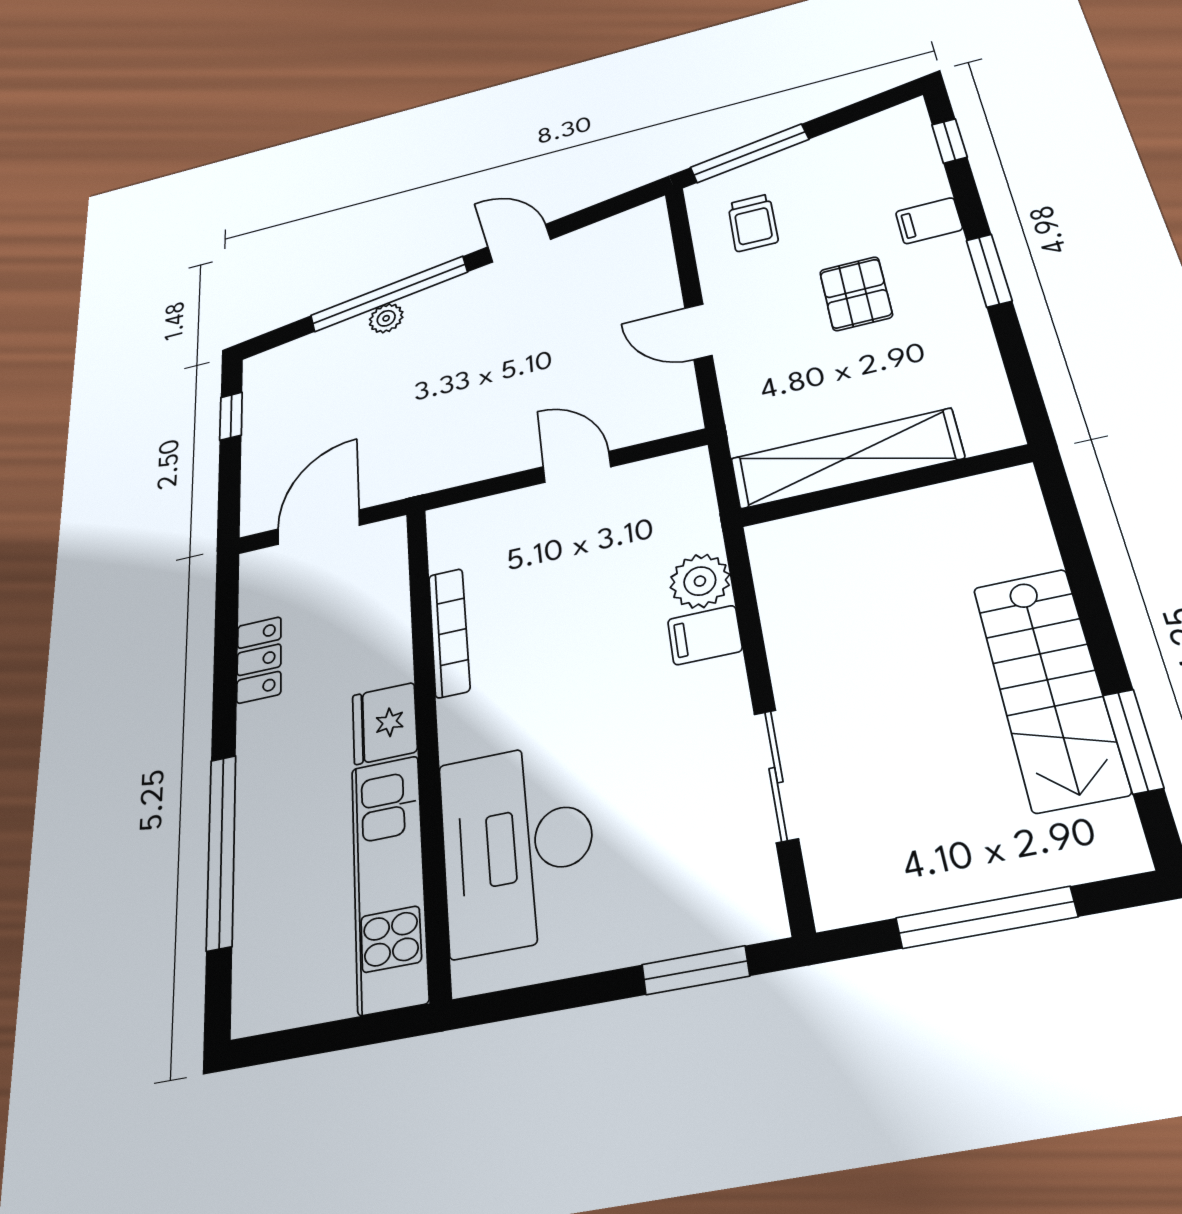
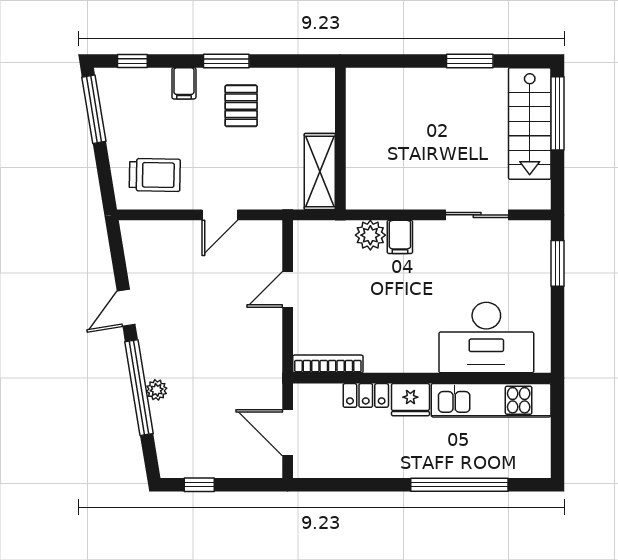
window: (749, 153) -> (94, 109), moved
trolley: (753, 223) -> (155, 175), width x1.36, depth x1.39
pallet: (856, 294) -> (241, 106), moved, turned 90
shelving: (846, 458) -> (320, 171), width x0.68
bookcase: (449, 632) -> (328, 364), moved
locker: (259, 660) -> (366, 395), moved, turned 180
stairs: (1049, 687) -> (530, 123), moved, turned 90
window: (1133, 741) -> (470, 61), moved
window: (986, 917) -> (557, 113), moved

